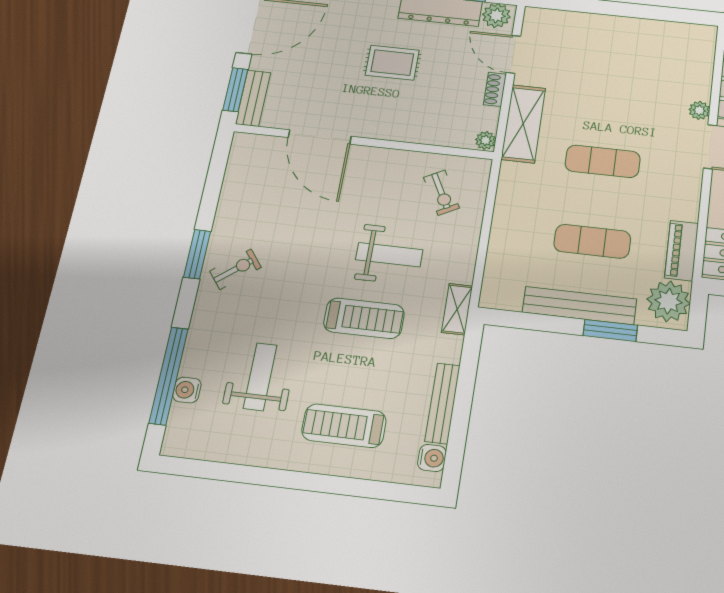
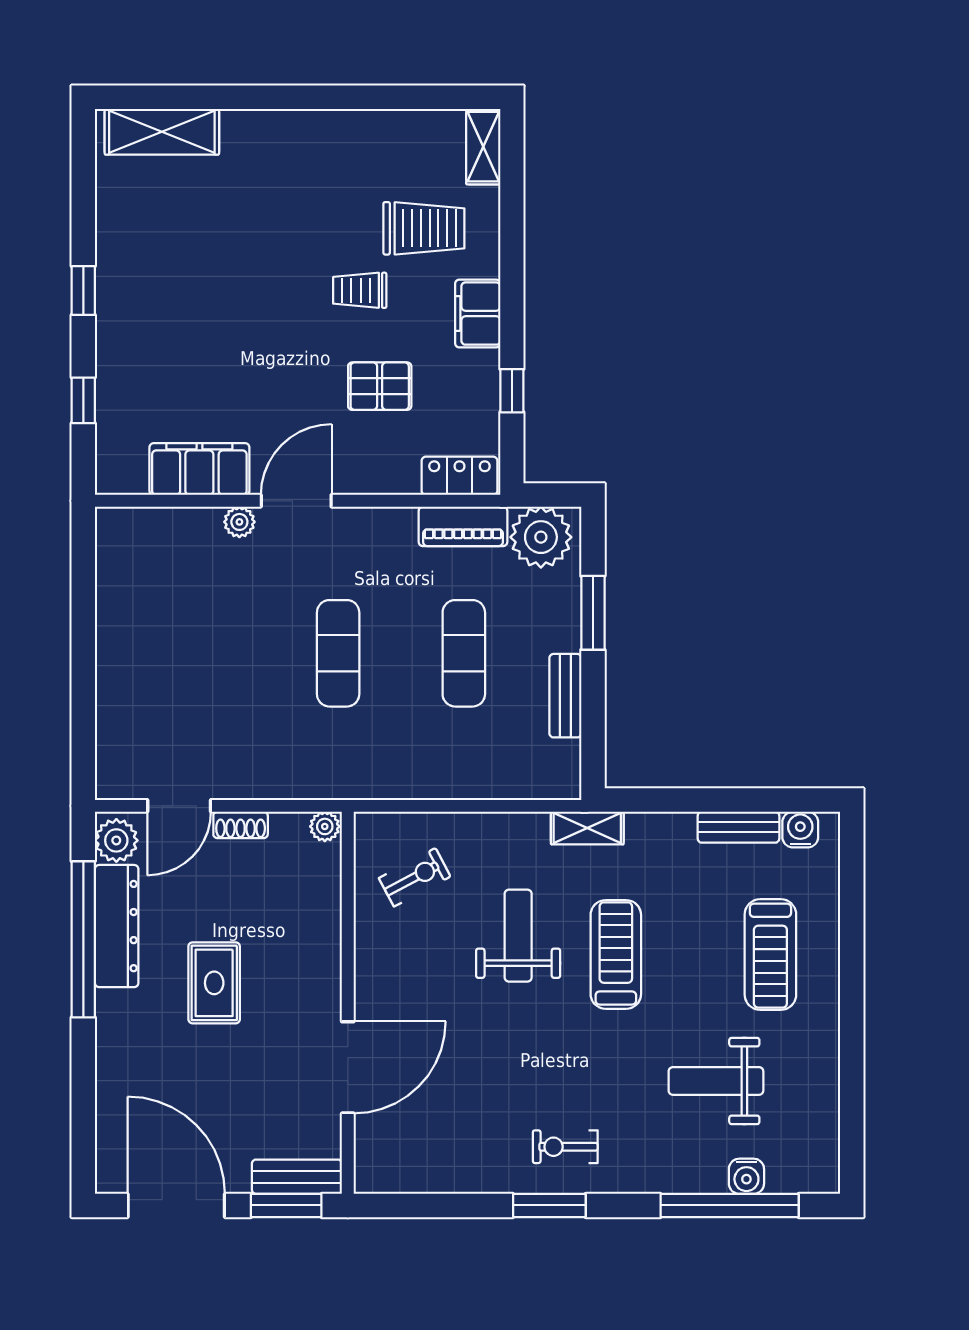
shelving: (523, 124) -> (291, 775), removed
exercise bike: (236, 269) -> (565, 1147), turned -52
bench: (579, 306) -> (565, 696), width x0.54, depth x0.82
bench: (443, 403) -> (738, 827), width x0.73

